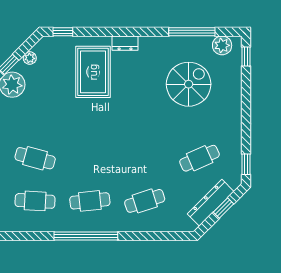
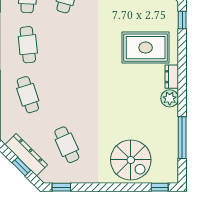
plant: (222, 45) -> (170, 98), moved
spiral stairs: (189, 84) -> (131, 160), moved

